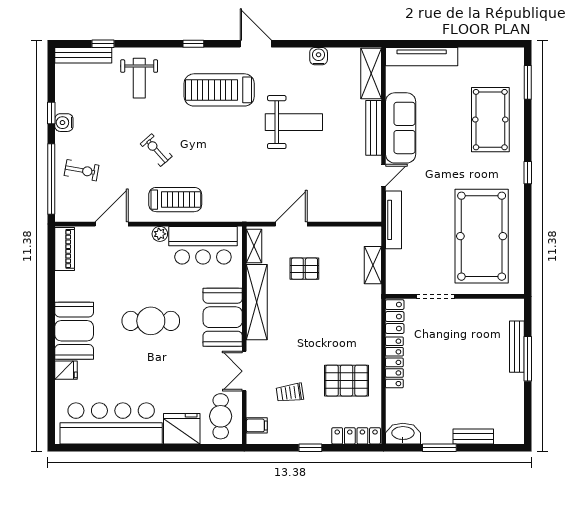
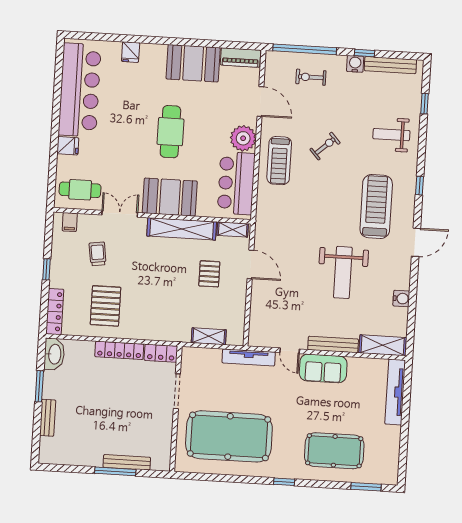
bench: (83, 55) -> (390, 65), moved, turned 90
sofa: (401, 128) -> (323, 368), width x0.73
exercise bike: (82, 170) -> (311, 77), turned 80
plant: (160, 234) -> (243, 138), width x1.88, depth x1.88
booth: (74, 331) -> (193, 63), moved
fridge: (182, 429) -> (68, 146), width x0.53, depth x0.75

